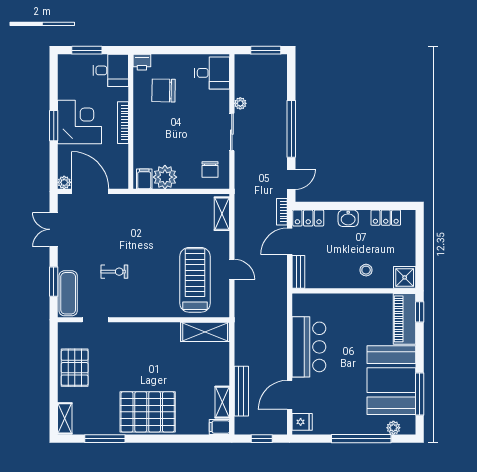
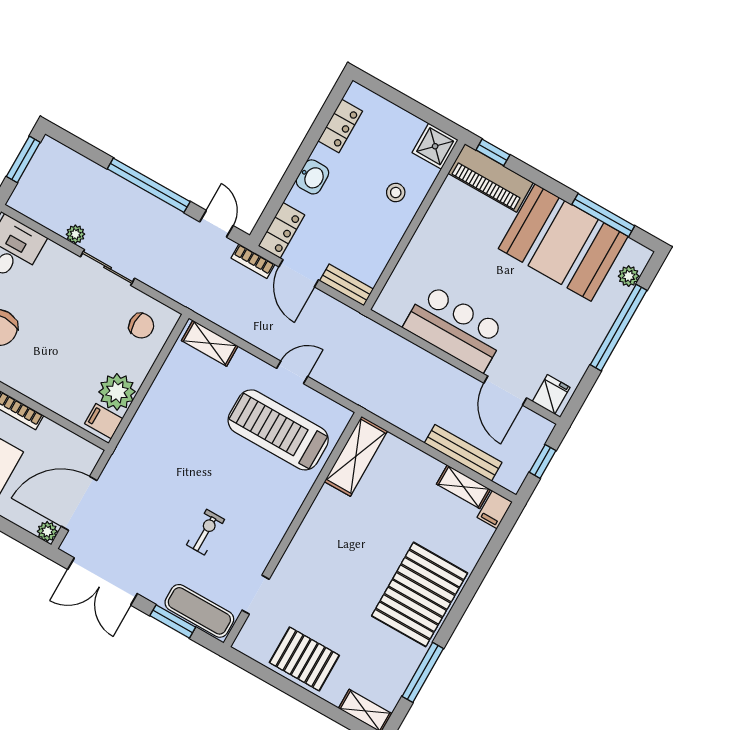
double door: (54, 229) -> (102, 581), width x1.37

